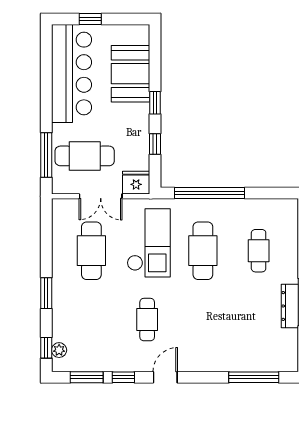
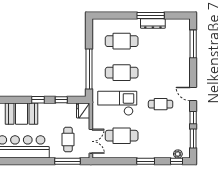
cafe table: (85, 156) -> (68, 139), width x0.73, depth x0.74
double door: (101, 196) -> (91, 141), moved
cafe table: (259, 251) -> (122, 41), width x1.37, depth x1.35

